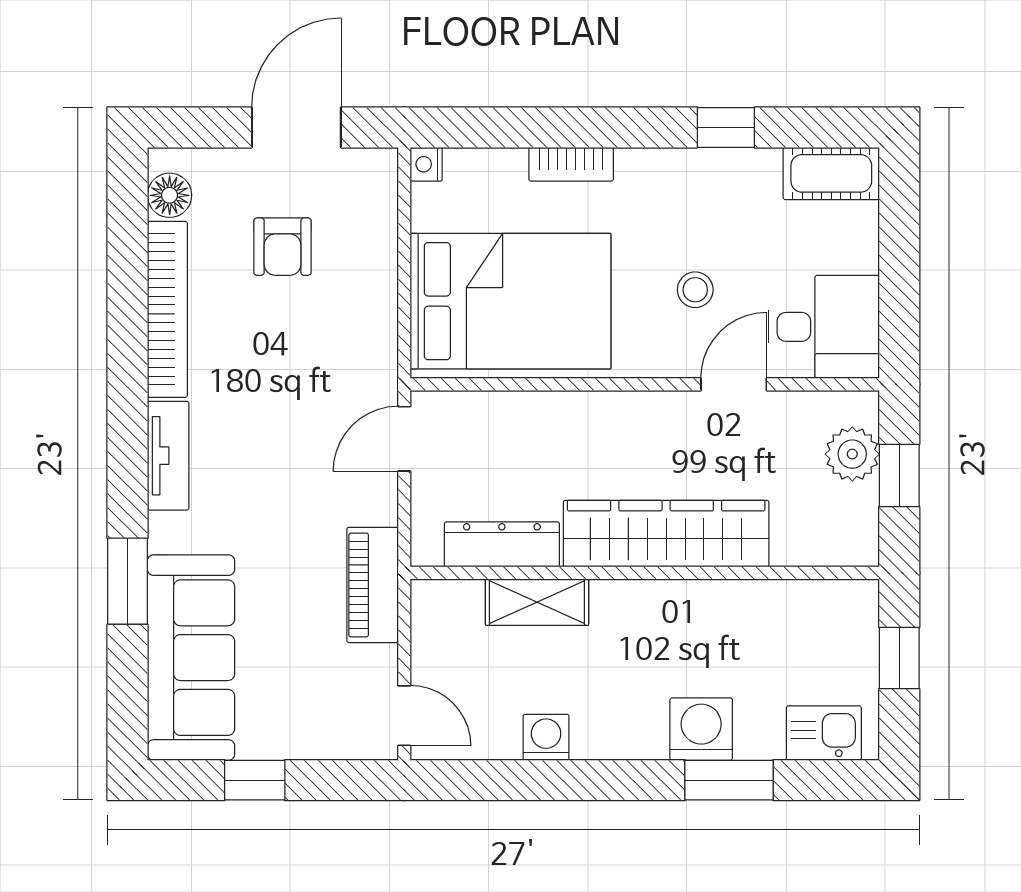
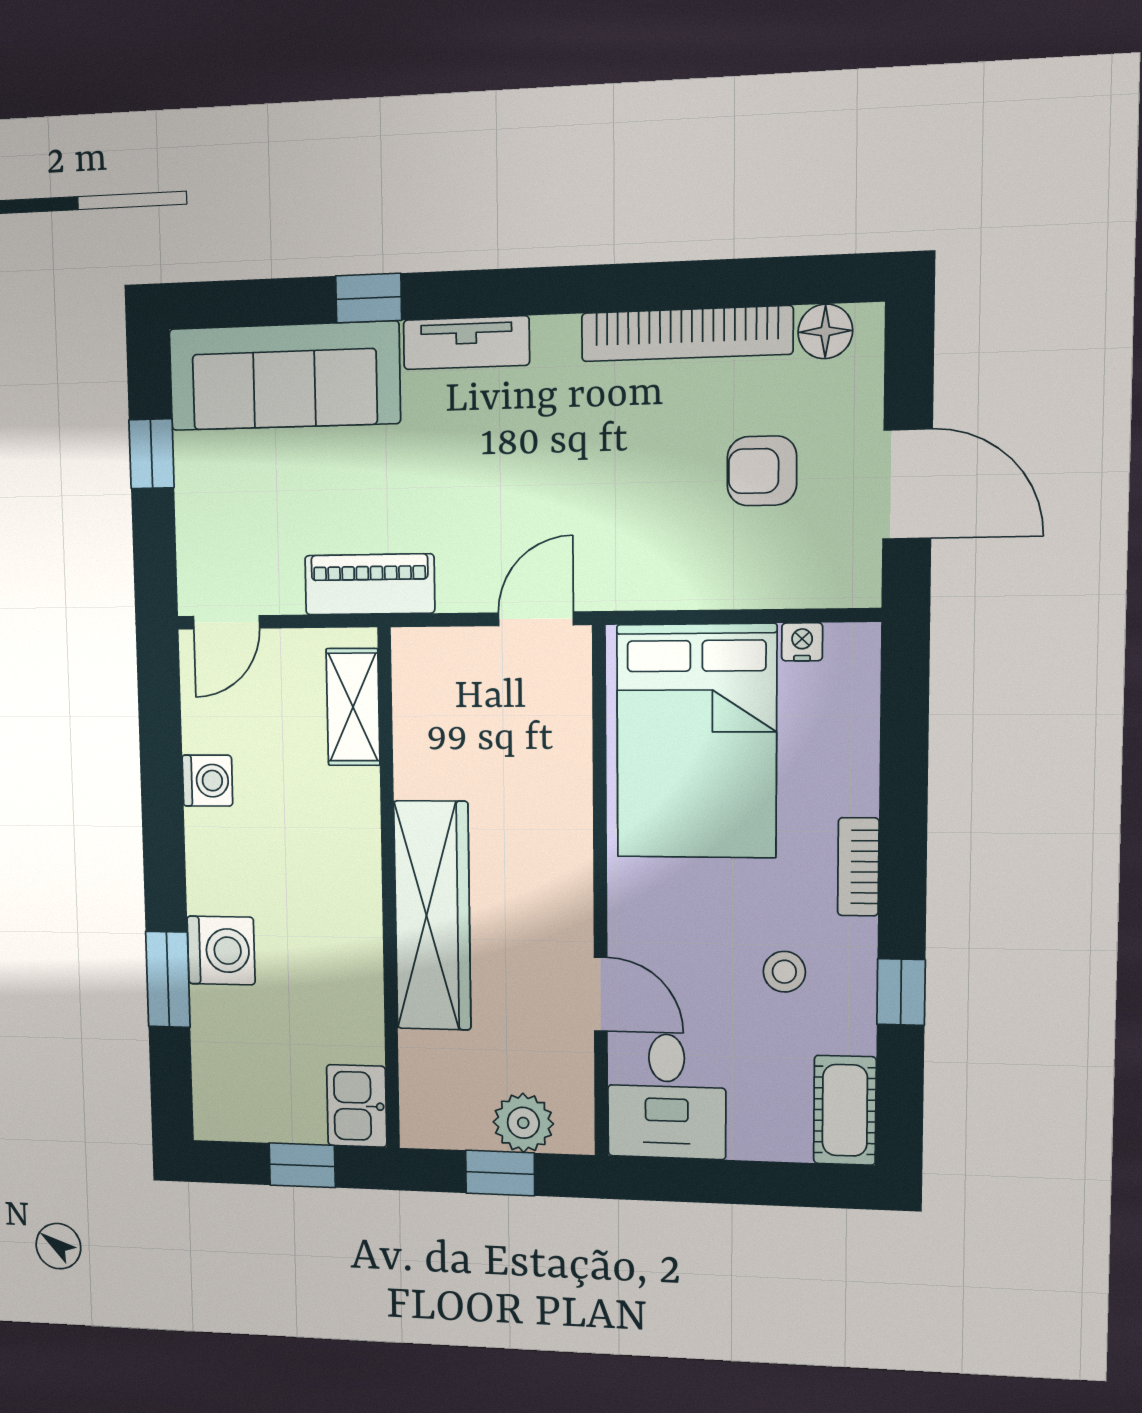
nightstand: (426, 164) -> (802, 642), moved
bookcase: (571, 164) -> (858, 867), moved
stool: (695, 290) -> (784, 972), moved
door: (404, 439) -> (536, 619), hinge flipped
tv unit: (168, 456) -> (466, 343), moved
dresser: (502, 544) -> (418, 731), removed
window: (128, 581) -> (369, 298), width x0.67
shelving: (537, 602) -> (353, 707), moved
kitchen sink: (824, 733) -> (357, 1106), moved, turned 180

